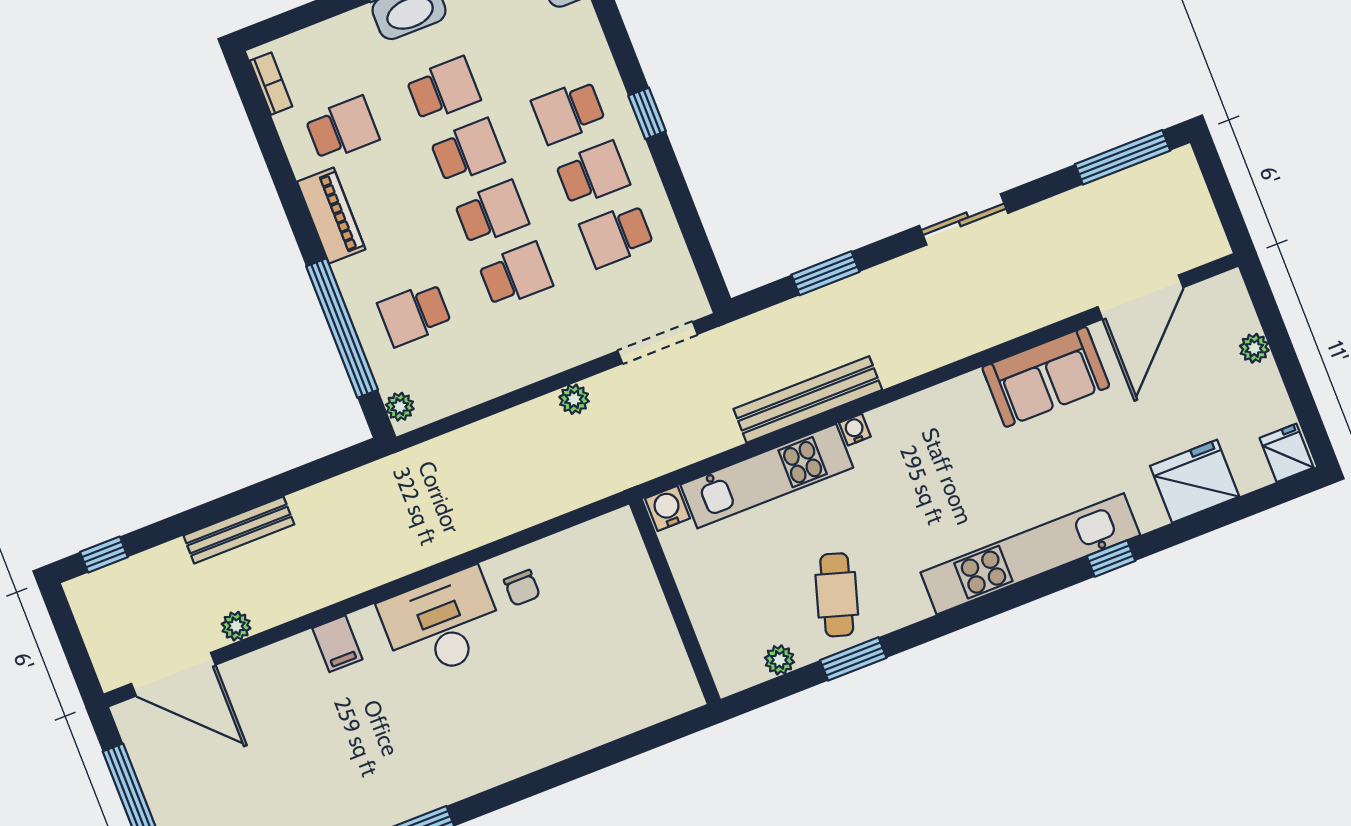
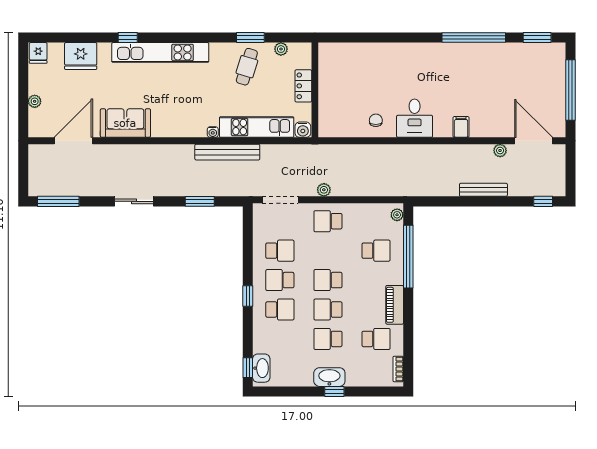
school desk: (342, 129) -> (376, 339), turned 180
school desk: (516, 275) -> (328, 221), moved
locker: (702, 601) -> (303, 86), added
desk: (442, 624) -> (415, 118), width x0.73

